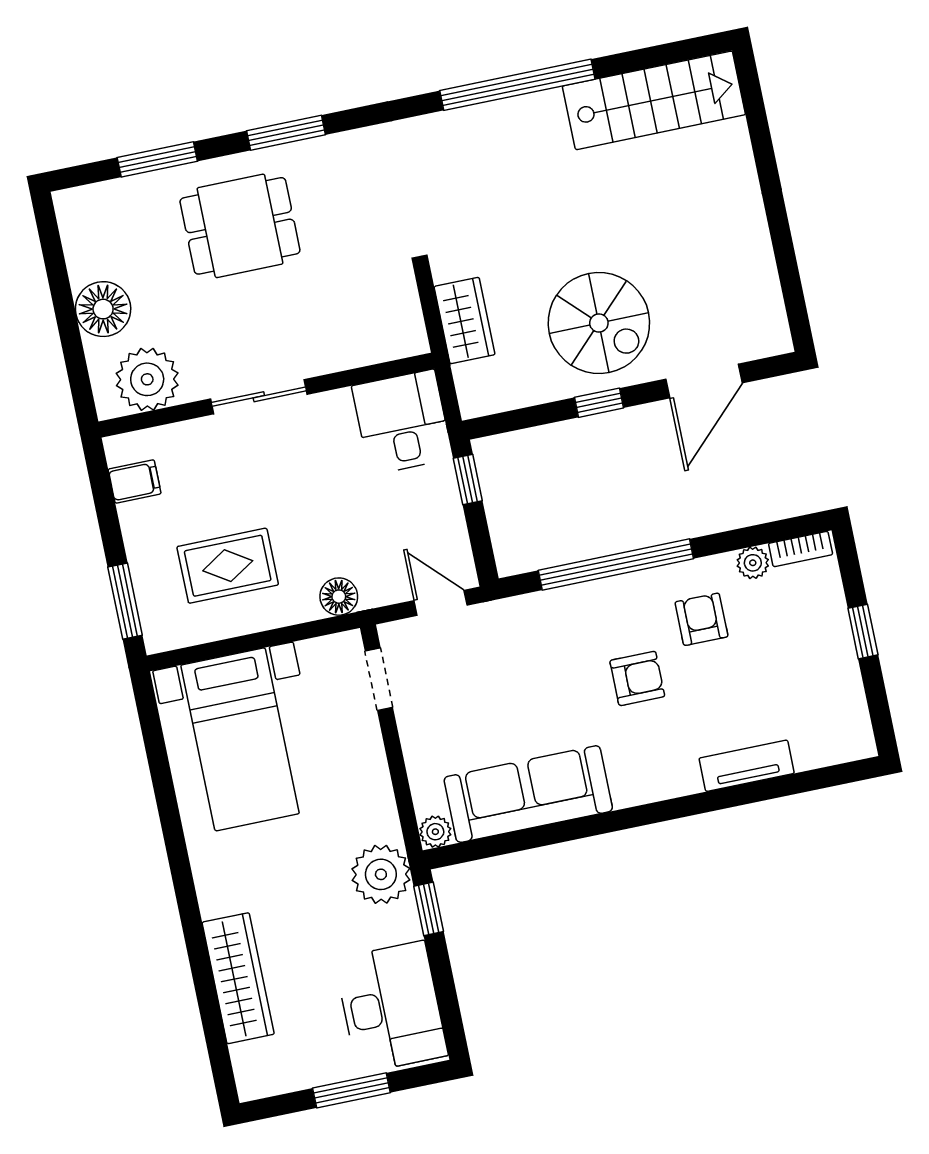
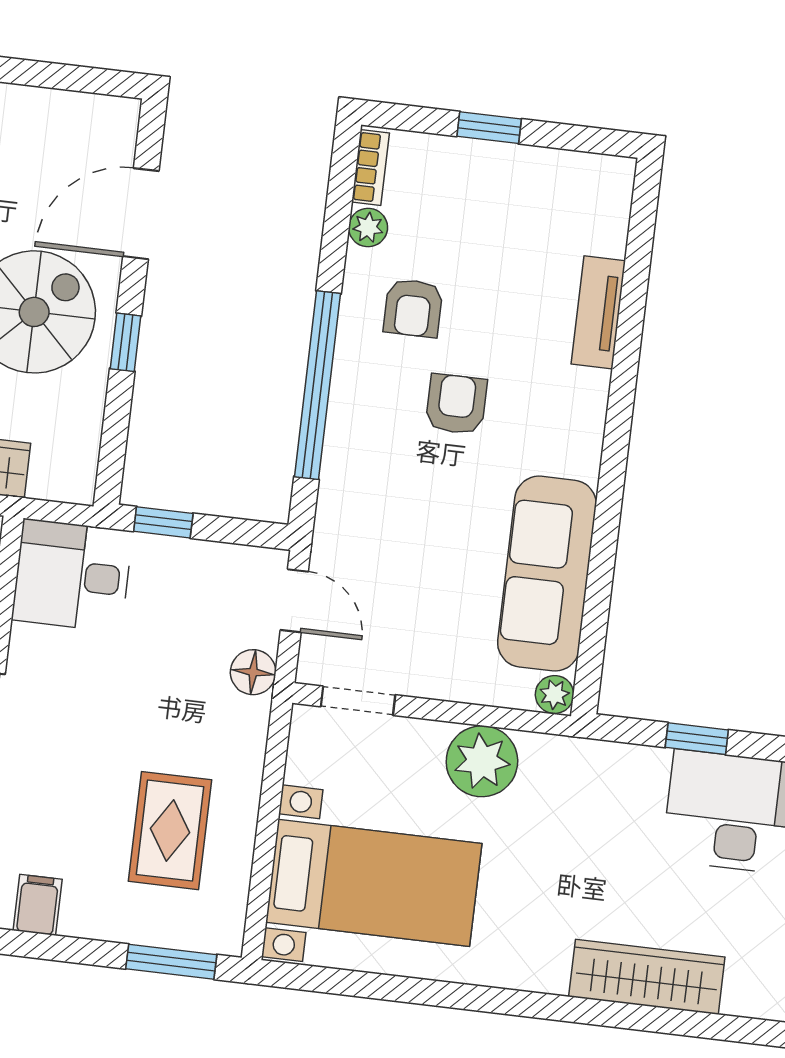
door: (704, 381) -> (141, 214), swing flipped
floor lamp: (339, 597) -> (253, 672), moved
door: (441, 603) -> (294, 601), swing flipped
armchair: (701, 619) -> (413, 308), turned -90
plant: (381, 874) -> (482, 761), moved
window: (429, 909) -> (697, 739), moved

